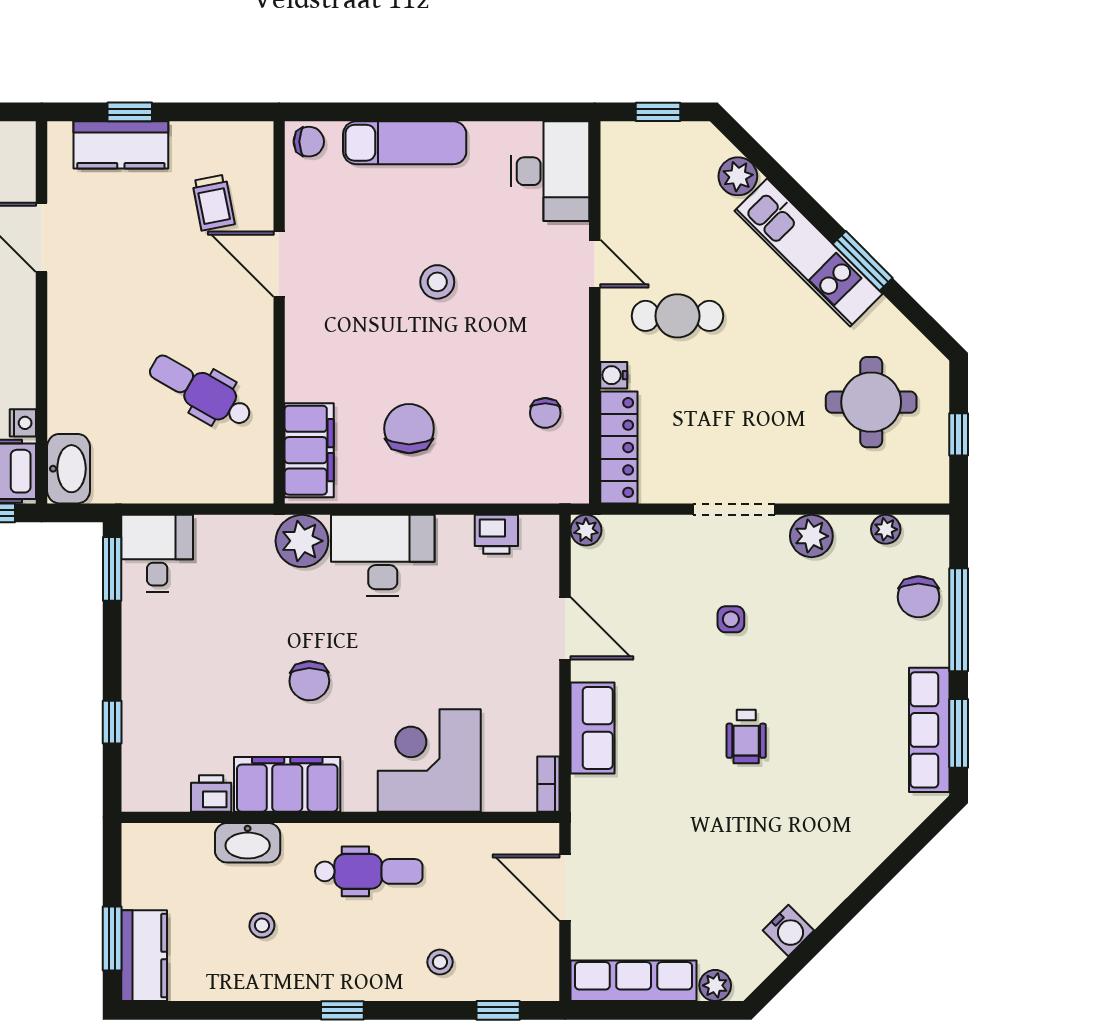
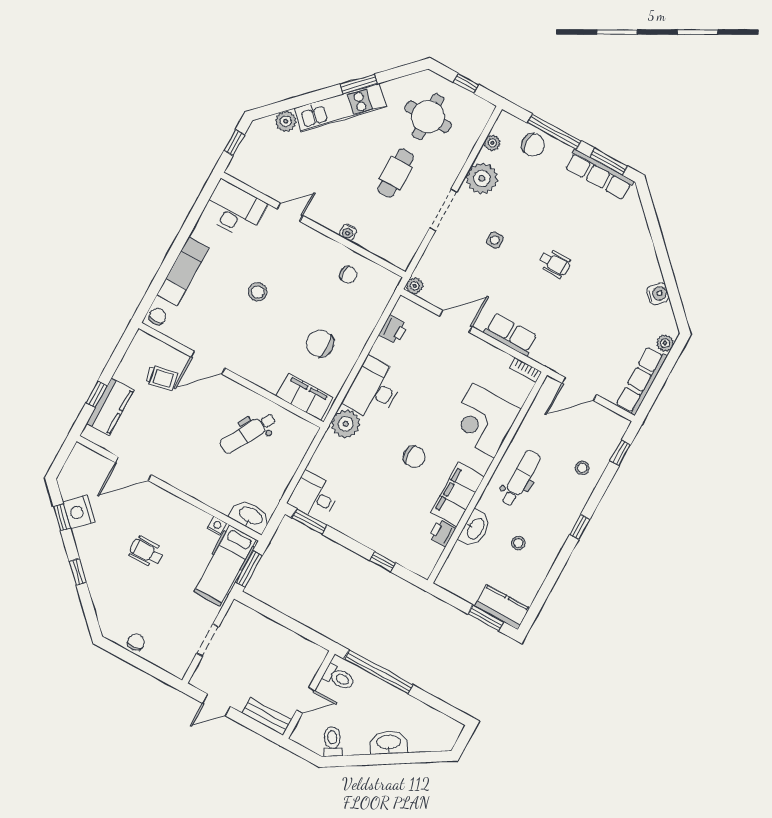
cafe table: (677, 316) -> (396, 173), moved
locker: (619, 448) -> (384, 249), removed
plant: (811, 536) -> (482, 178), width x1.36, depth x1.36

